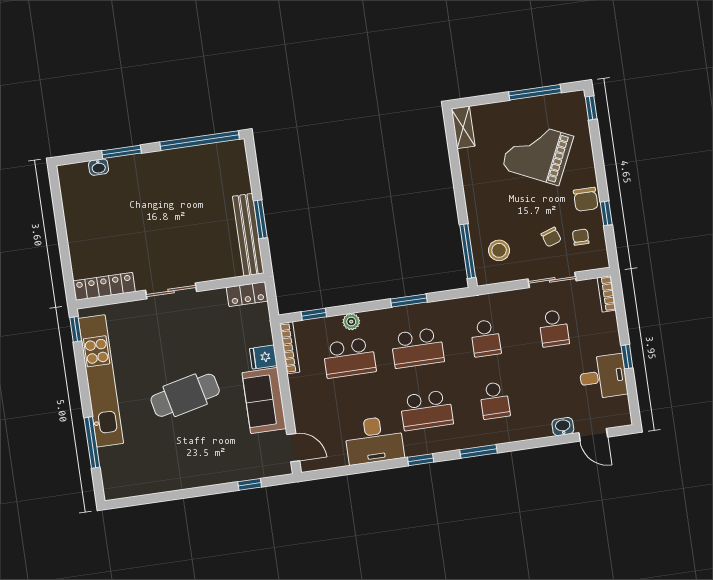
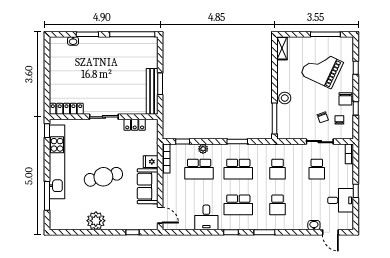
window: (591, 108) -> (356, 68), moved
stool: (499, 250) -> (285, 98), moved
locker: (247, 294) -> (135, 125), moved
desk: (374, 440) -> (206, 217), width x0.73
plant: (183, 473) -> (96, 221), added

